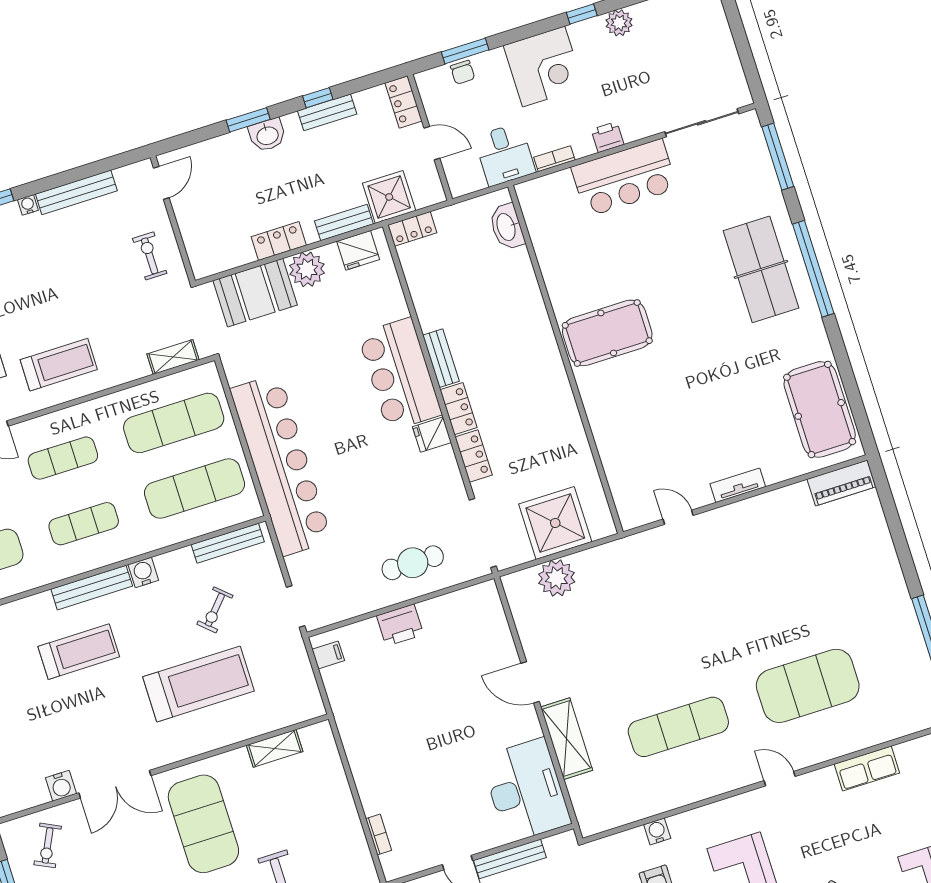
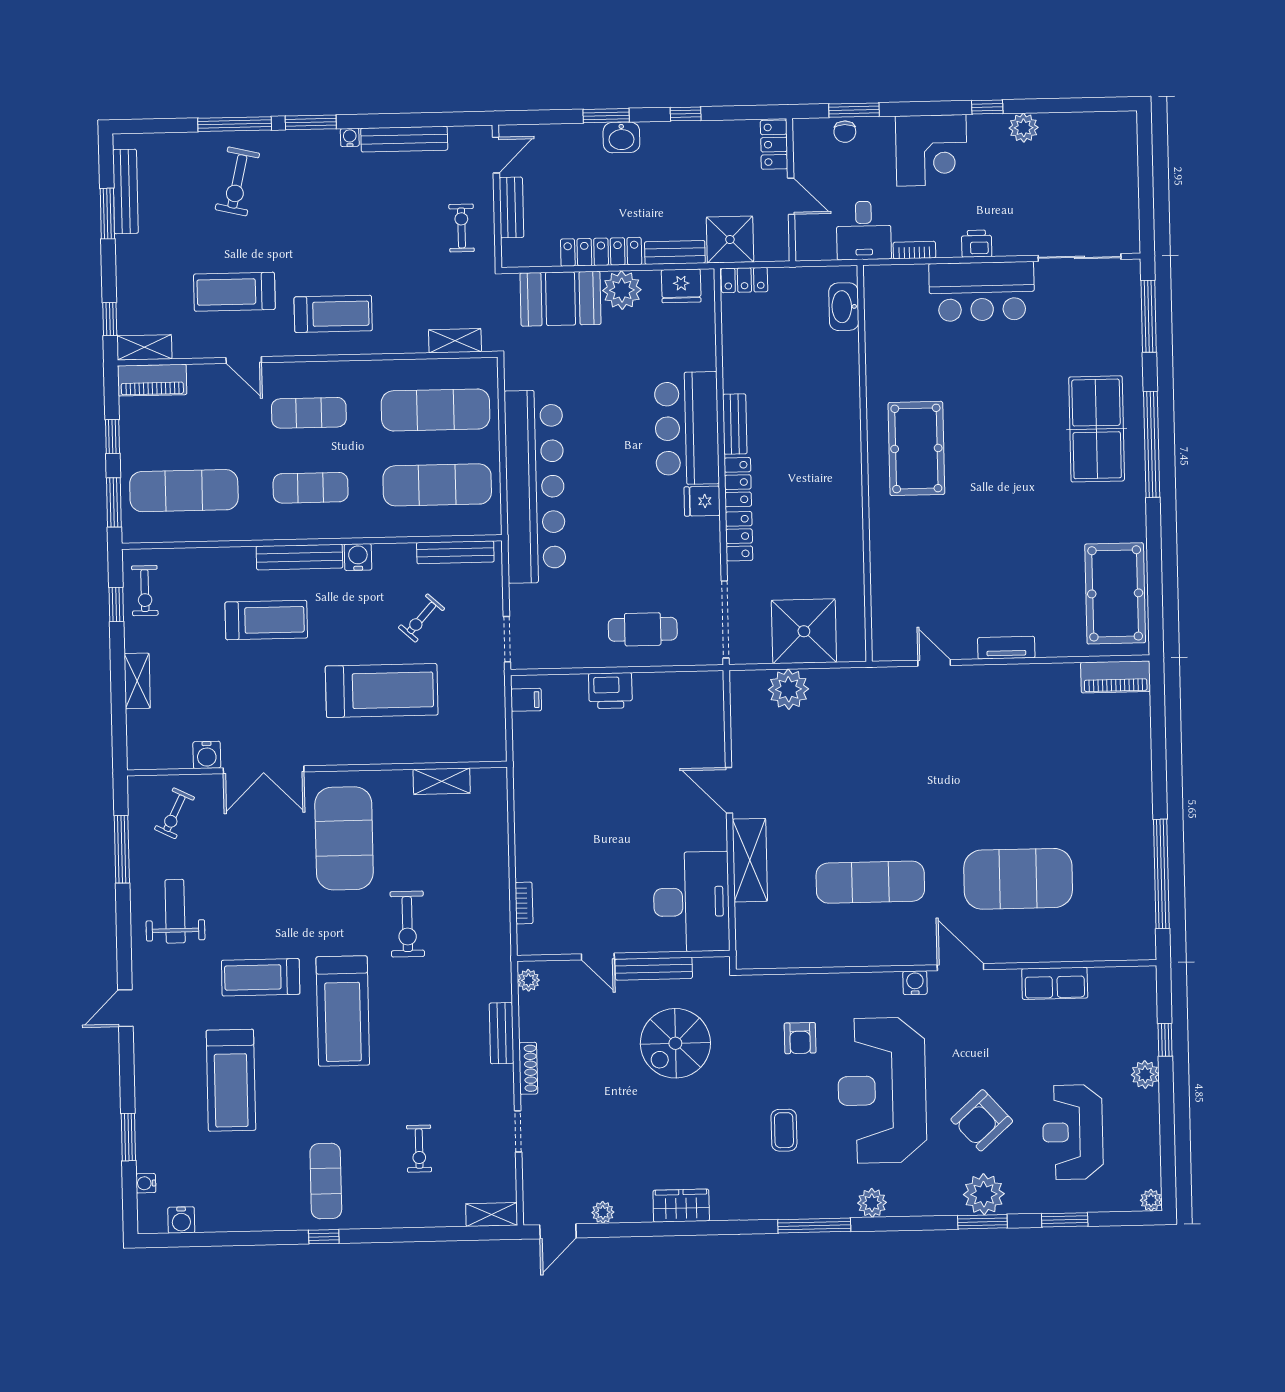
bench: (327, 112) -> (511, 207), moved, turned 90
locker: (279, 241) -> (601, 252), width x1.53
pool table: (607, 333) -> (916, 448), turned 90
door: (780, 779) -> (960, 967), width x1.38
water cooler: (657, 831) -> (915, 983), moved

